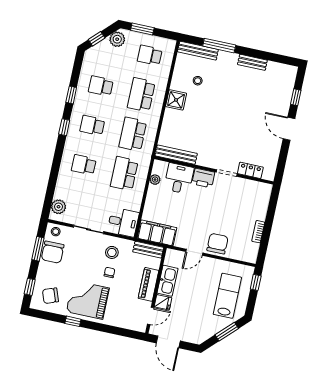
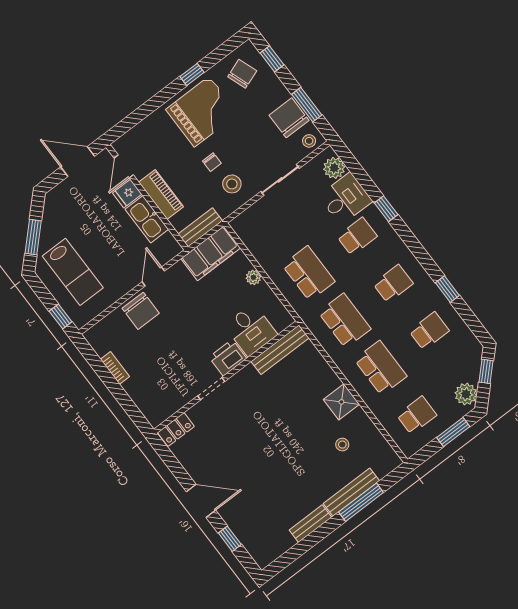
bench: (198, 51) -> (351, 492), moved
window: (64, 127) -> (386, 209), moved
locker: (250, 170) -> (176, 429), moved
plant: (155, 180) -> (253, 277), moved
desk: (123, 222) -> (346, 199), moved, turned 180

